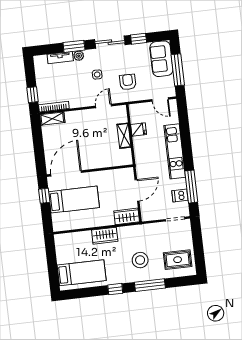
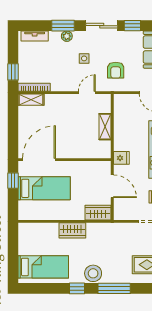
tv unit: (60, 58) -> (35, 36), moved
armchair: (128, 82) -> (116, 70), turned 180
fridge: (139, 129) -> (121, 158), moved
door: (137, 190) -> (112, 186), hinge flipped
stool: (140, 260) -> (93, 273), moved

